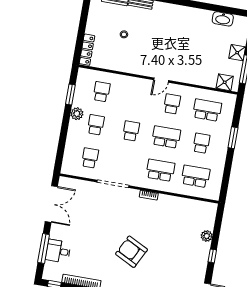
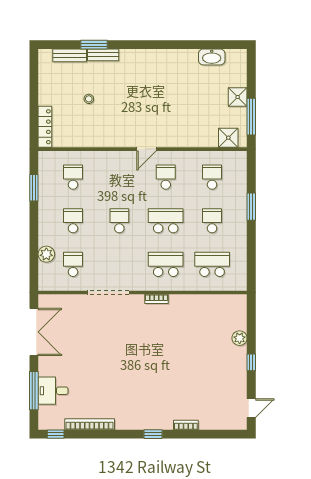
school desk: (207, 110) -> (212, 177), width x0.54
plant: (77, 114) -> (46, 254), moved
armchair: (131, 252) -> (147, 375), removed

